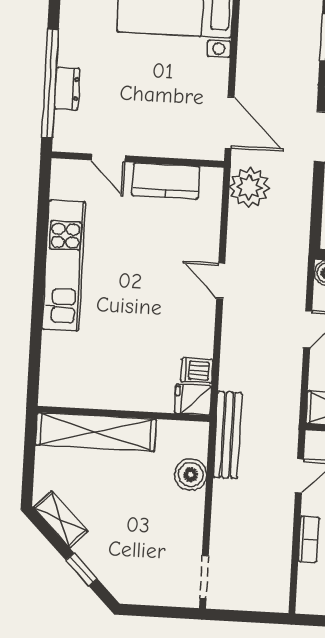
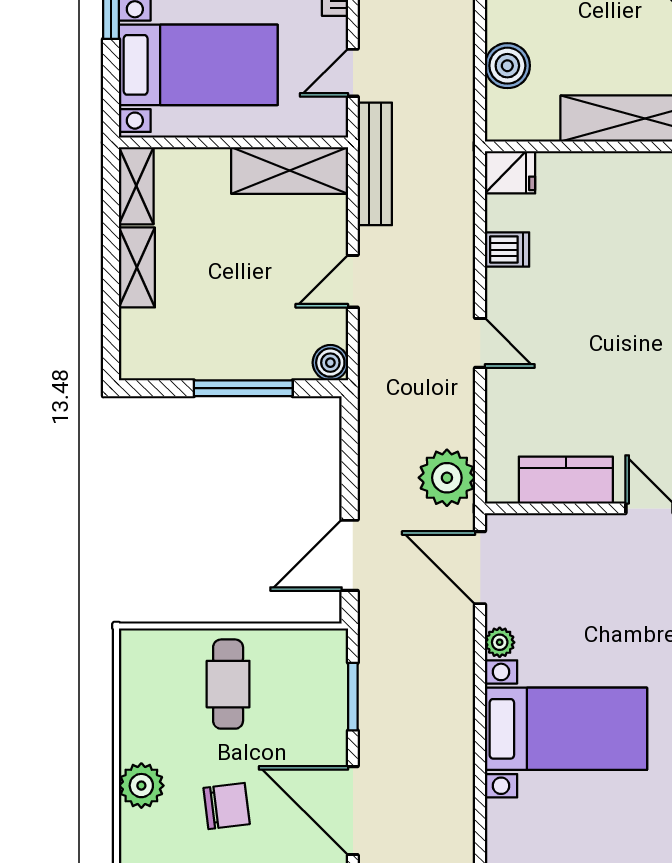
plant: (219, 70) -> (500, 642), added
dishwasher: (197, 370) -> (507, 250), moved
bench: (228, 435) -> (375, 164), moved

